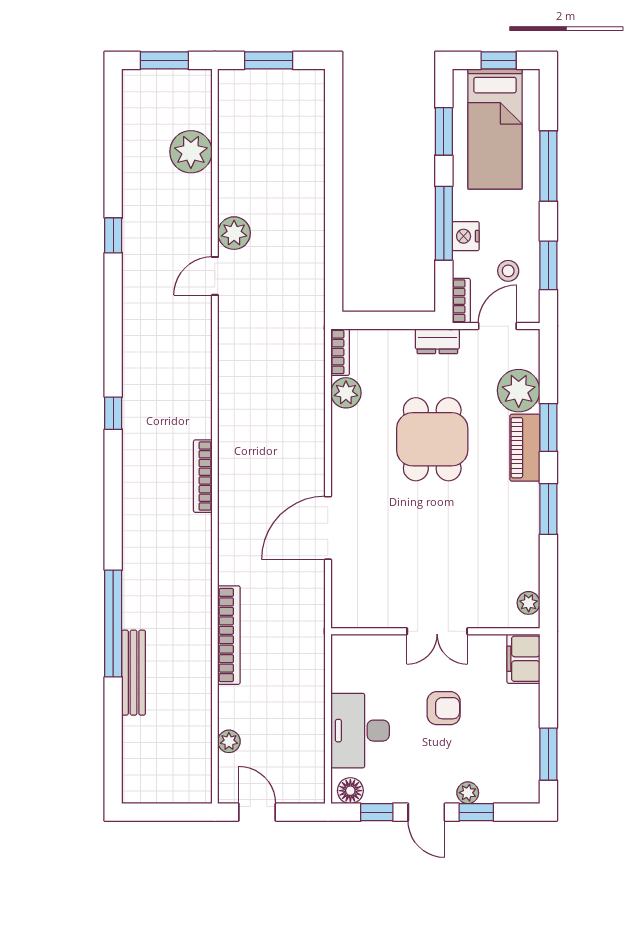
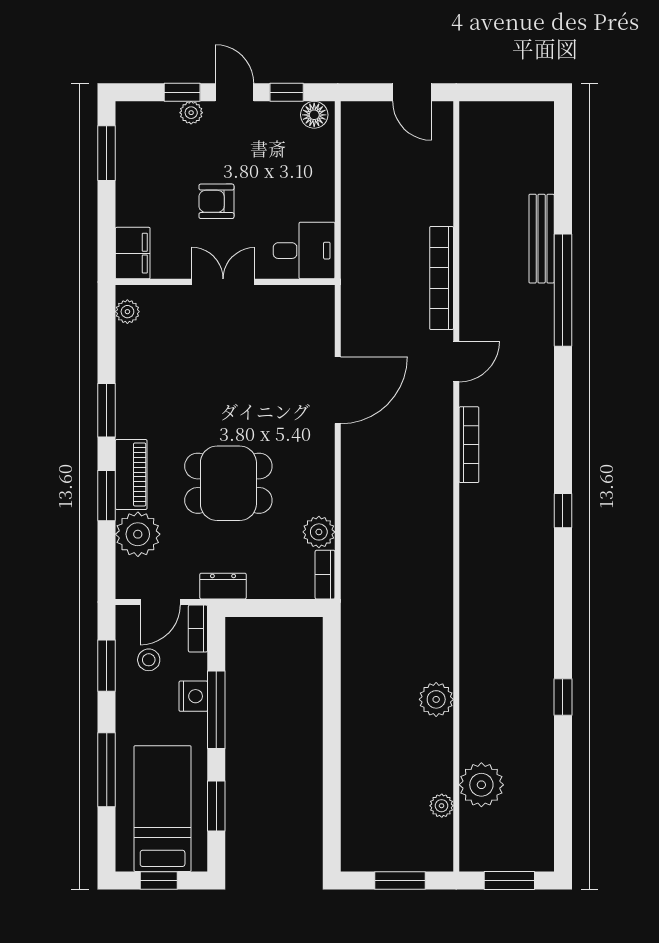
door: (215, 276) -> (456, 362), moved
dining table: (432, 439) -> (228, 483), turned 90
desk: (360, 731) -> (304, 251), moved, width x0.73
plant: (229, 741) -> (442, 806), moved

